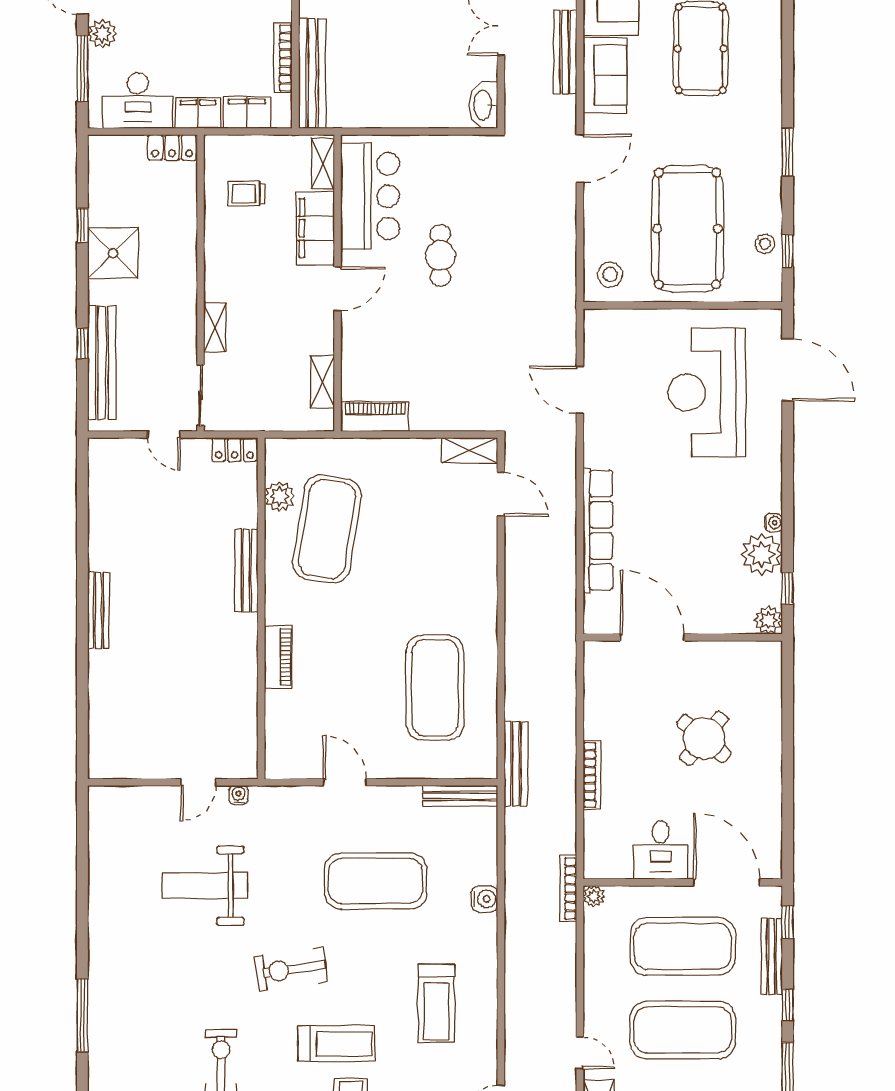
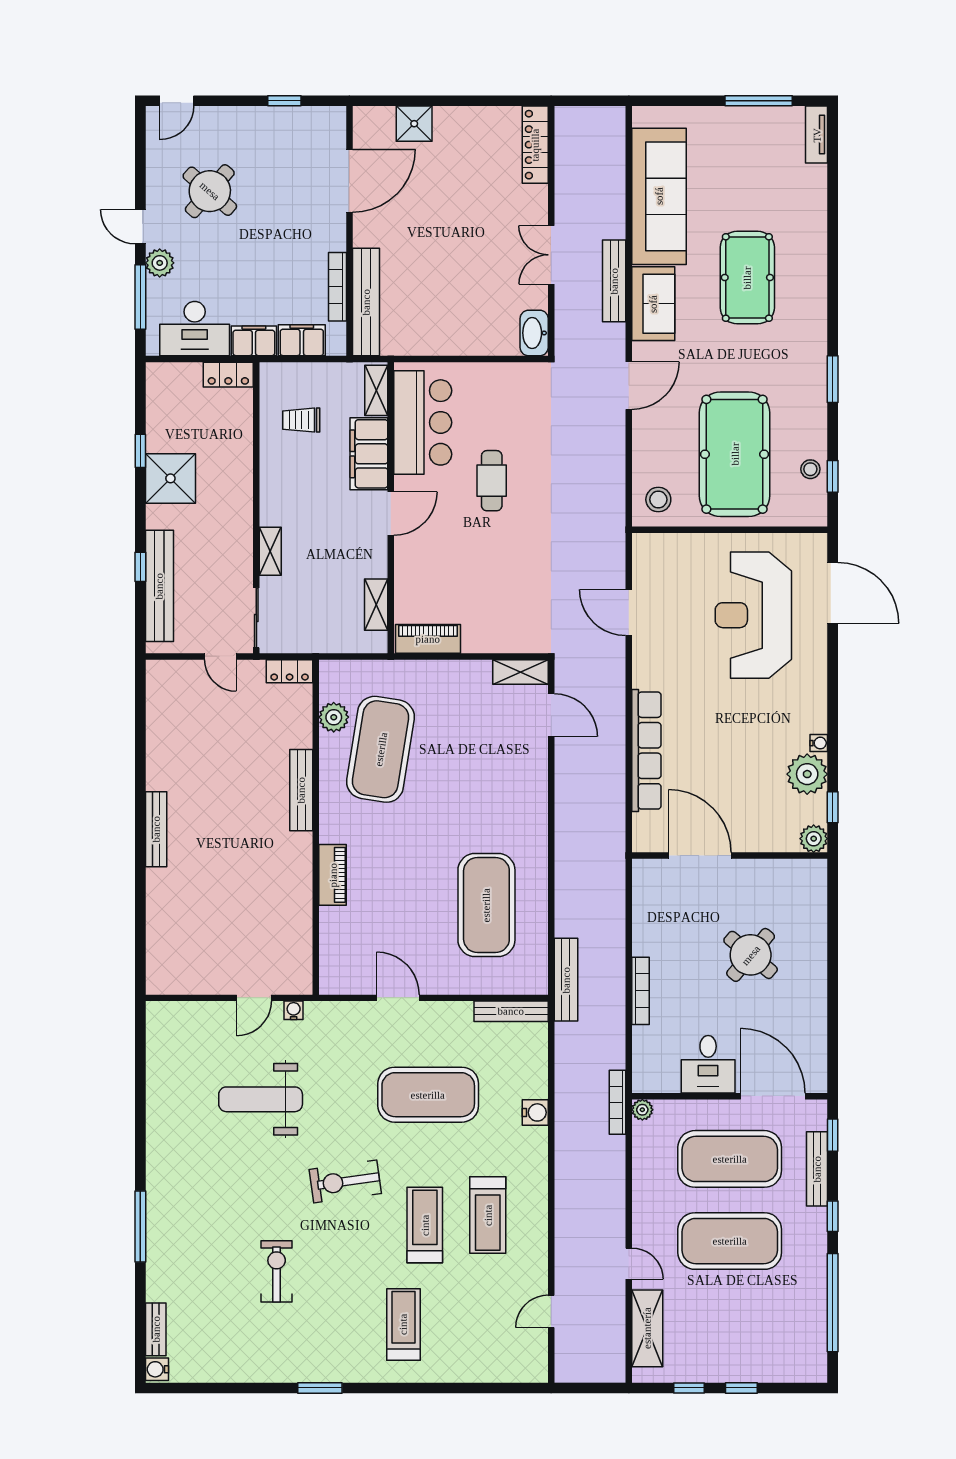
treadmill: (336, 1044) -> (425, 1225), moved, turned -90

